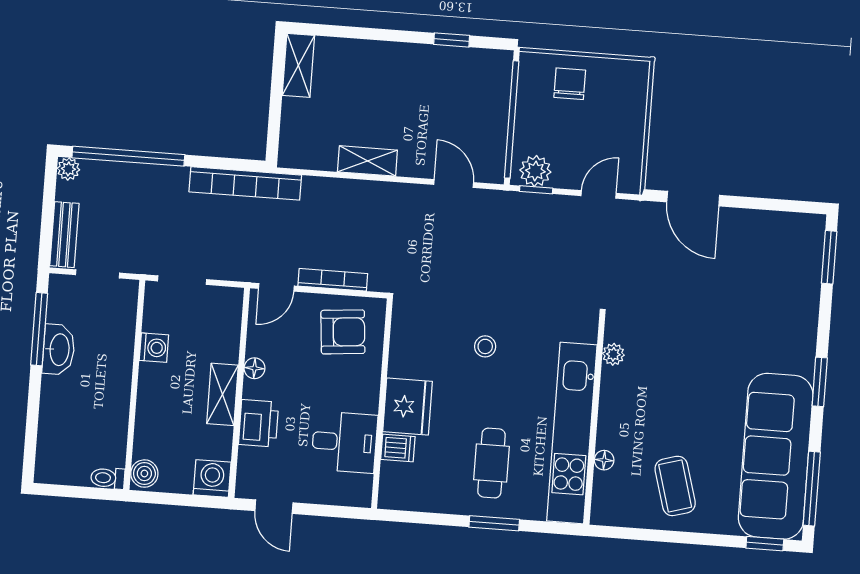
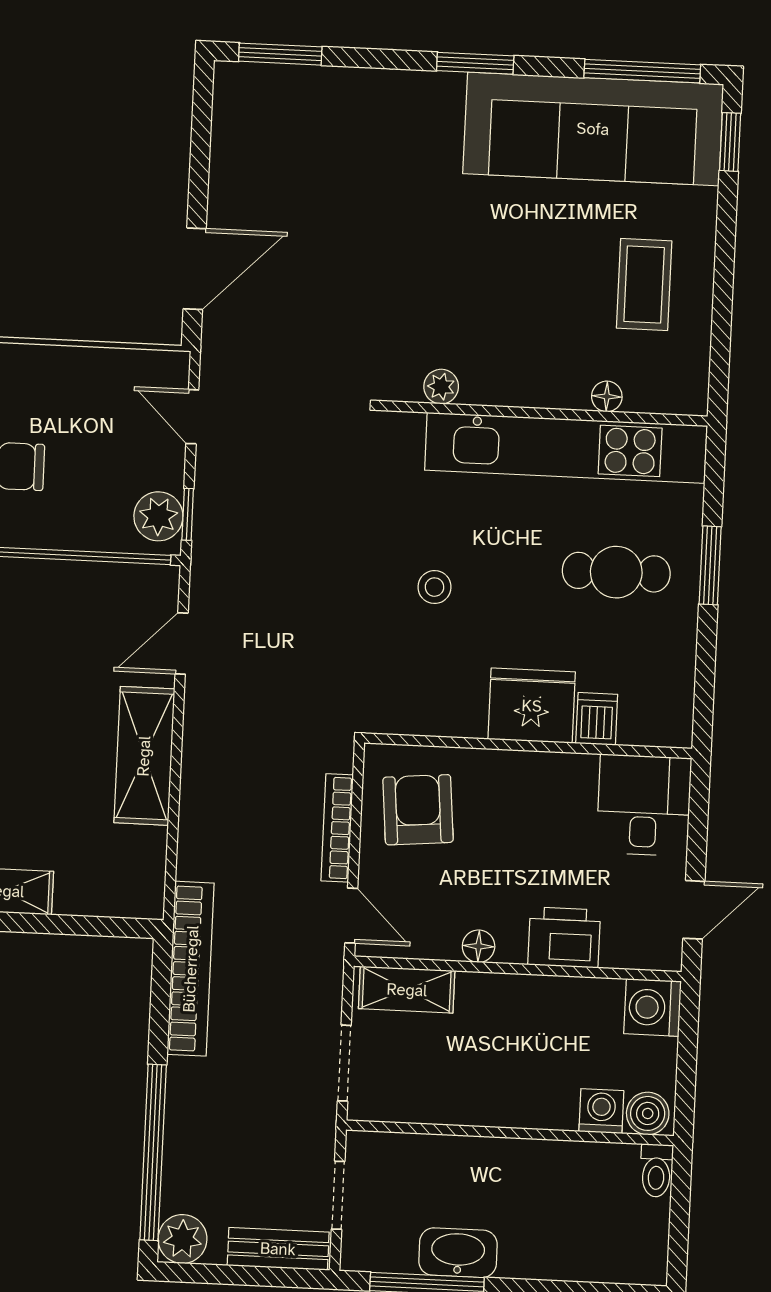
shelving: (367, 161) -> (144, 756), width x1.50, depth x1.33
plant: (68, 169) -> (183, 1239), width x1.38, depth x1.38
washing machine: (154, 348) -> (601, 1111), moved
shelving: (223, 394) -> (407, 990), moved
desk: (344, 442) -> (644, 805), moved
coffee table: (675, 486) -> (644, 284), turned -74

